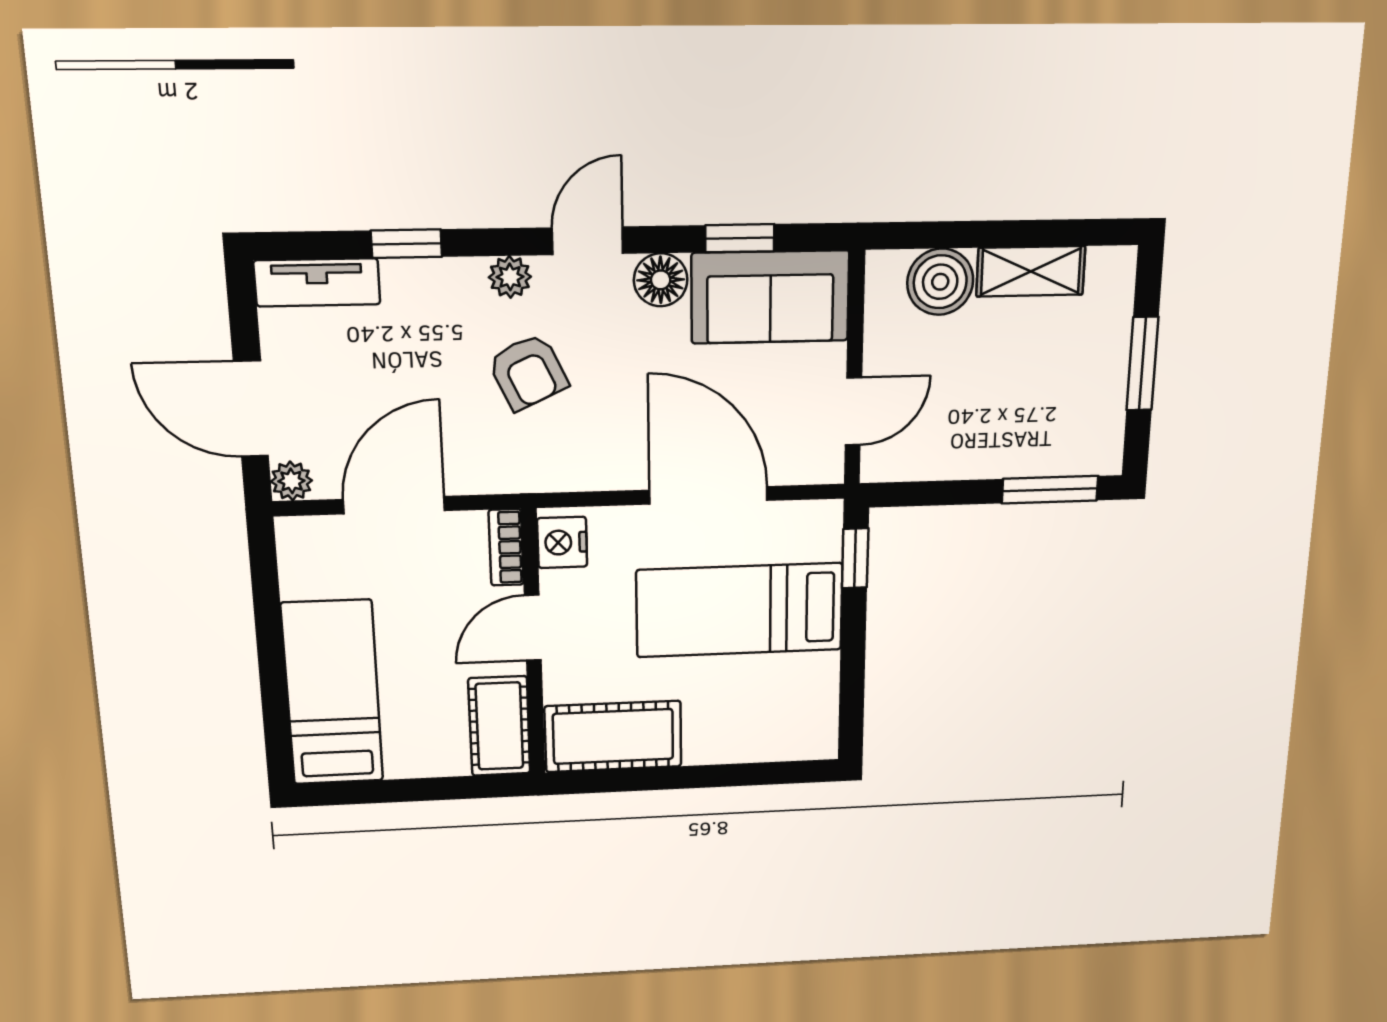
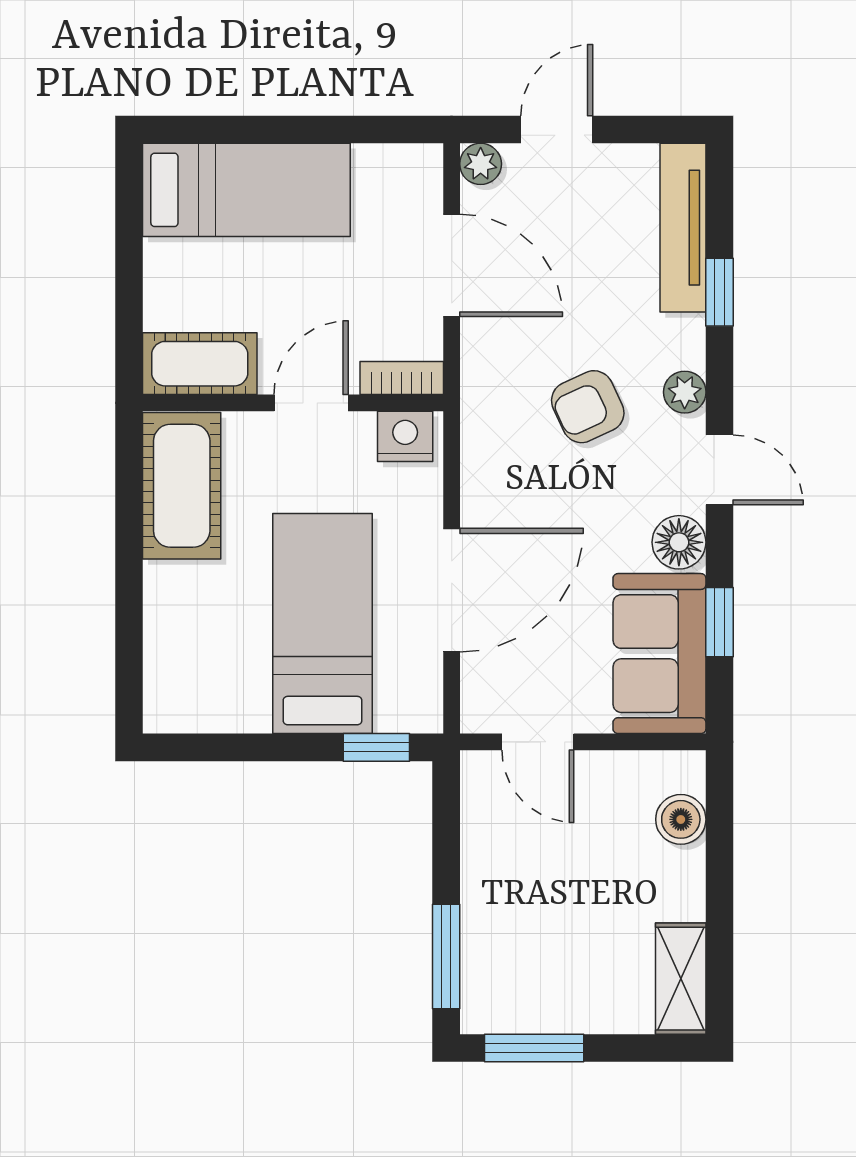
shelving: (1031, 271) -> (681, 979), moved
tv unit: (317, 282) -> (683, 228), width x1.41
boiler: (940, 282) -> (681, 819), width x0.73, depth x0.73
window: (1142, 364) -> (534, 1048), moved
door: (251, 409) -> (557, 130), width x0.73
door: (533, 628) -> (311, 403), hinge flipped

